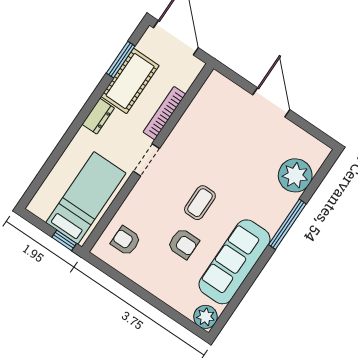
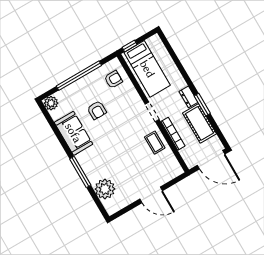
window: (121, 60) -> (202, 105), moved
coffee table: (200, 203) -> (155, 143), moved
armchair: (183, 244) -> (97, 110), turned -90
sofa: (235, 262) -> (73, 133), width x0.73
window: (145, 295) -> (79, 76), added

